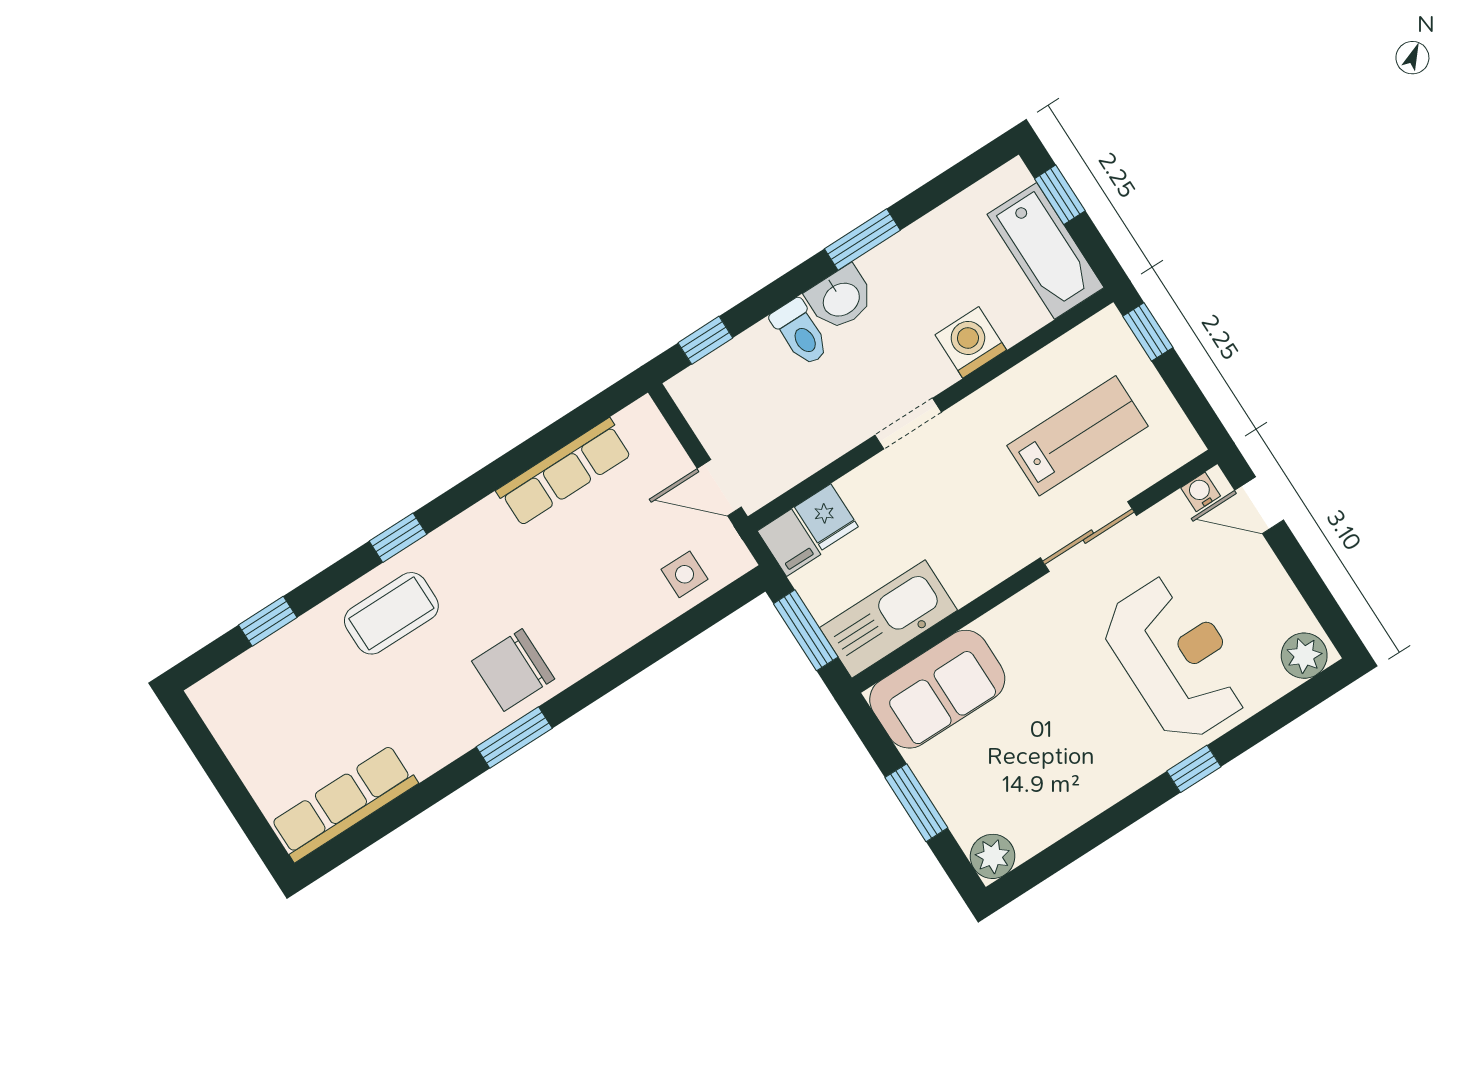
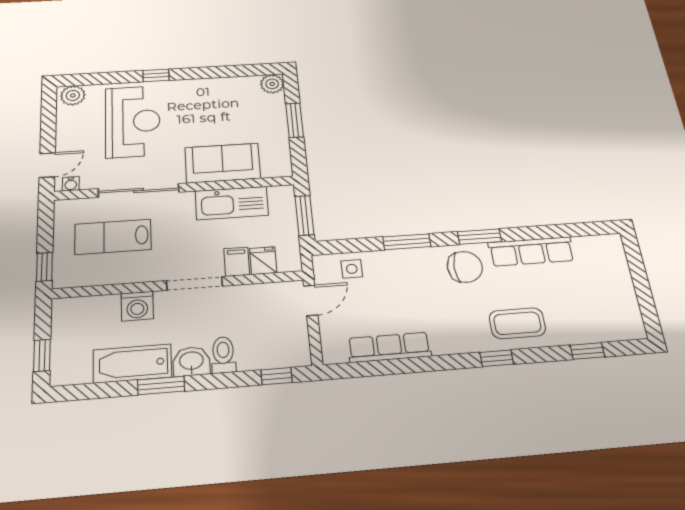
bathtub: (1046, 251) -> (132, 363), moved, turned -90
doorway: (908, 424) -> (194, 283), width x1.38
door: (719, 488) -> (311, 300), hinge flipped
door: (1259, 505) -> (47, 165), hinge flipped
sliding door: (1088, 537) -> (139, 190), width x1.37
filing cabinet: (789, 543) -> (237, 262), moved
kitchen sink: (888, 619) -> (232, 203), moved
reception desk: (1176, 658) -> (133, 121), turned 180
window: (623, 668) -> (407, 242), added
sofa: (937, 689) -> (223, 163), moved
row of seats: (344, 803) -> (531, 251), moved

